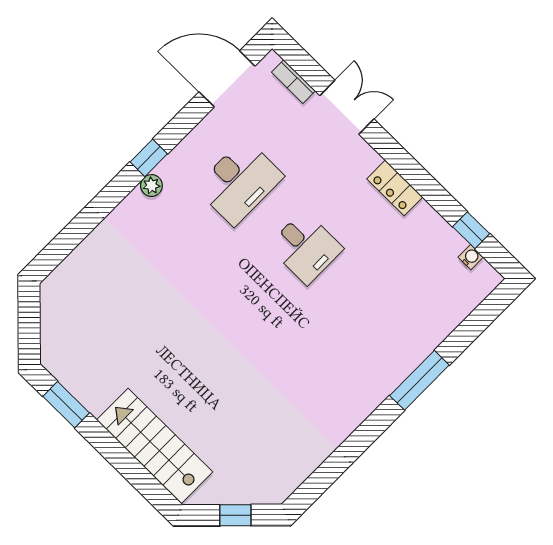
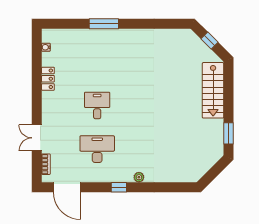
plant: (151, 186) -> (139, 177), moved
locker: (395, 188) -> (48, 79), moved
window: (471, 230) -> (37, 56), removed

